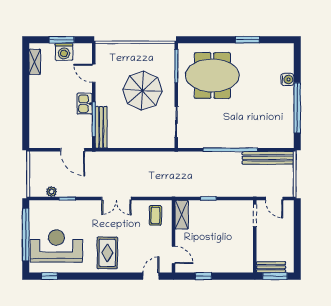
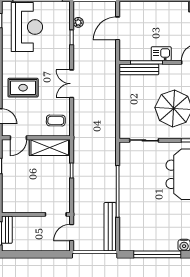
door: (73, 150) -> (118, 28), moved
shelving: (182, 215) -> (50, 147), width x1.50, depth x1.33
rug: (107, 253) -> (23, 88), moved

